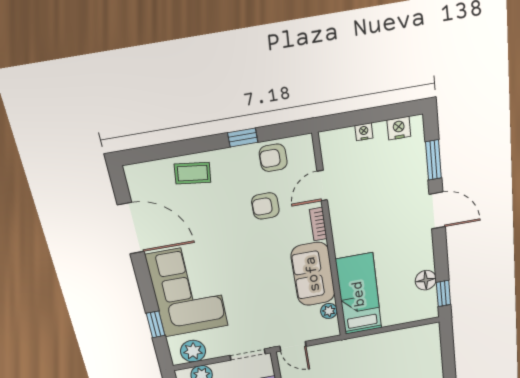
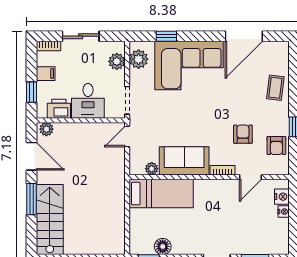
nightstand: (399, 128) -> (282, 197), moved
armchair: (273, 158) -> (276, 145), turned 180
door: (322, 186) -> (251, 177), swing flipped

